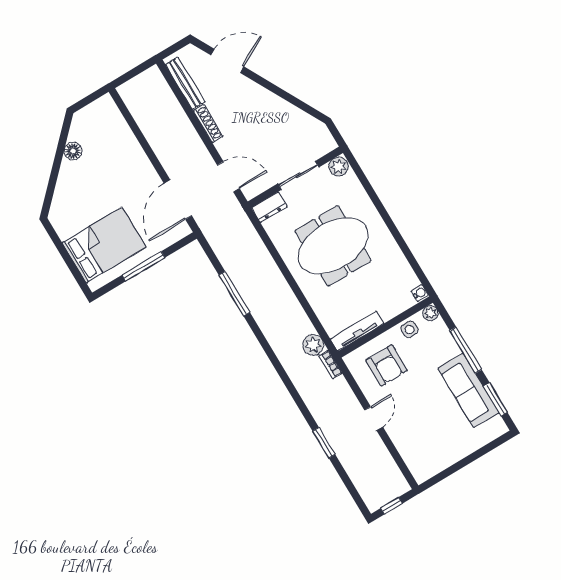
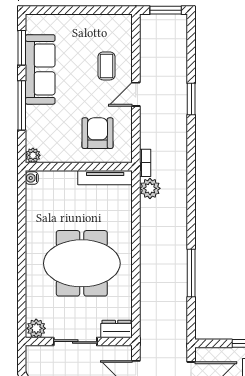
side table: (410, 329) -> (59, 152), removed
coffee table: (413, 428) -> (107, 66), added
window: (392, 506) -> (166, 10), width x1.50

